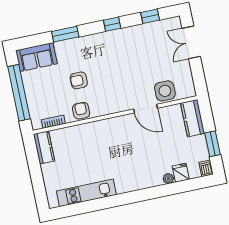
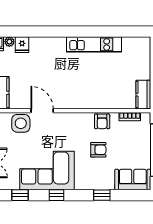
window: (65, 34) -> (102, 195), width x0.67
corner sofa: (127, 48) -> (47, 171), added
plant: (168, 179) -> (9, 42), moved
kitchen unit: (86, 193) -> (94, 44), moved

